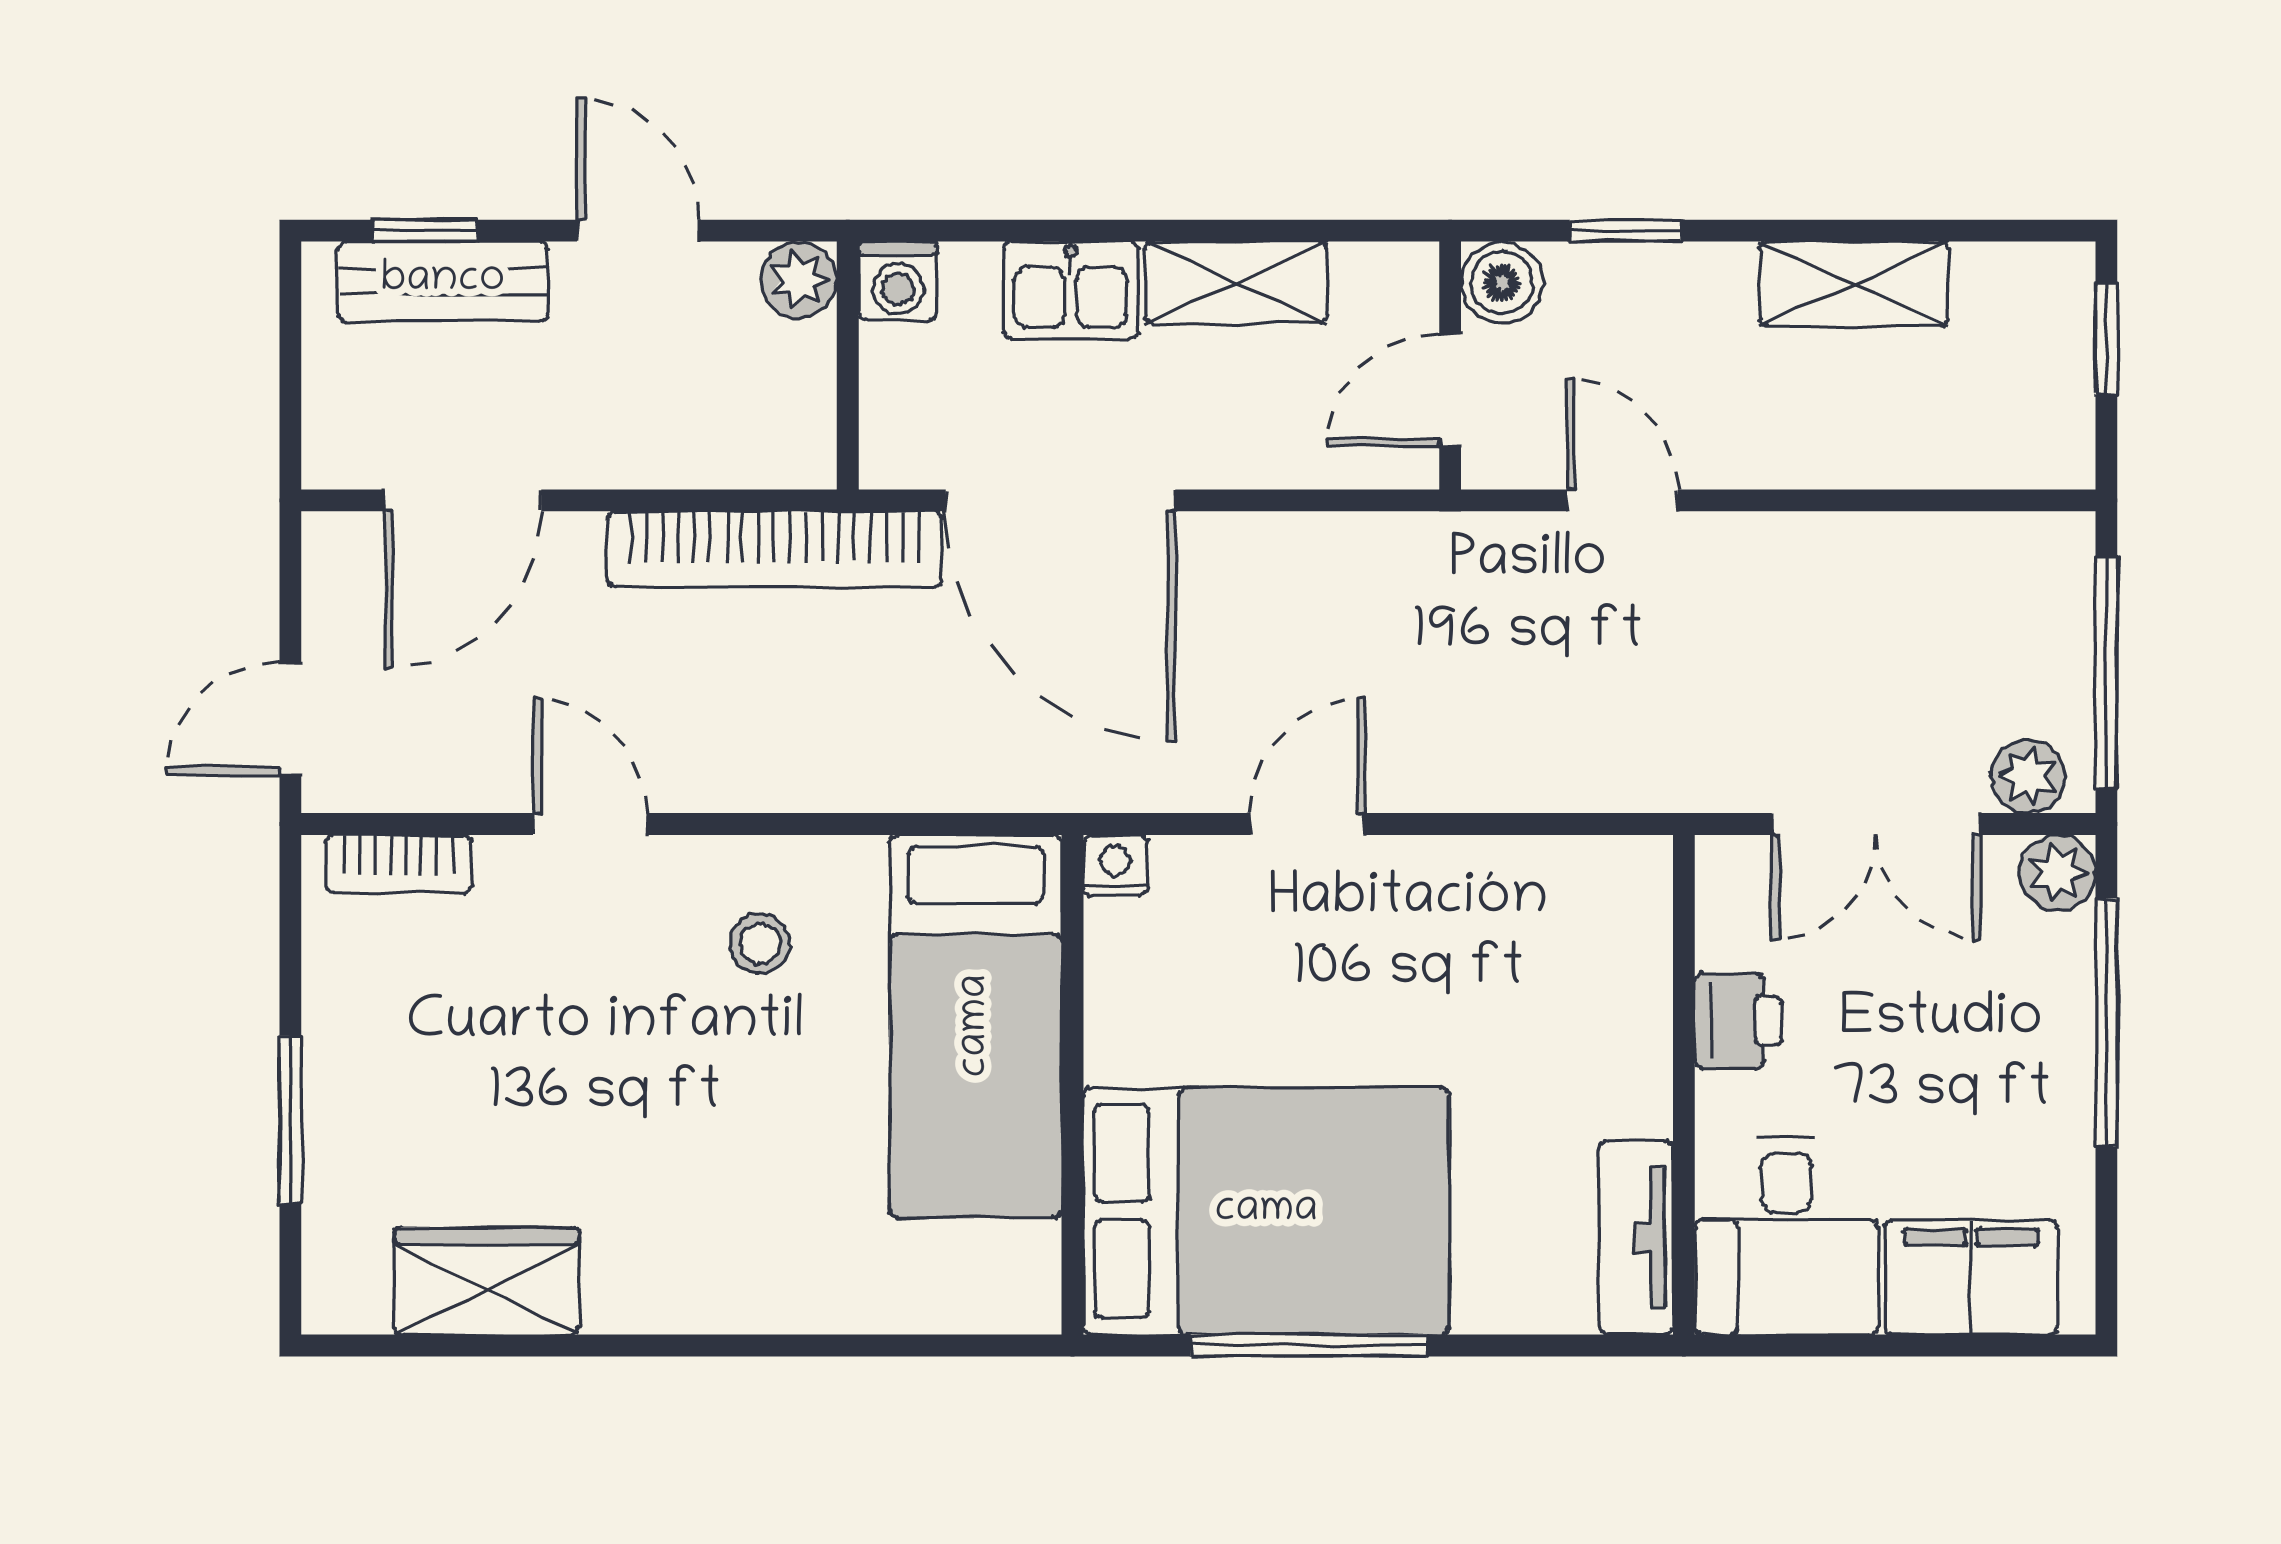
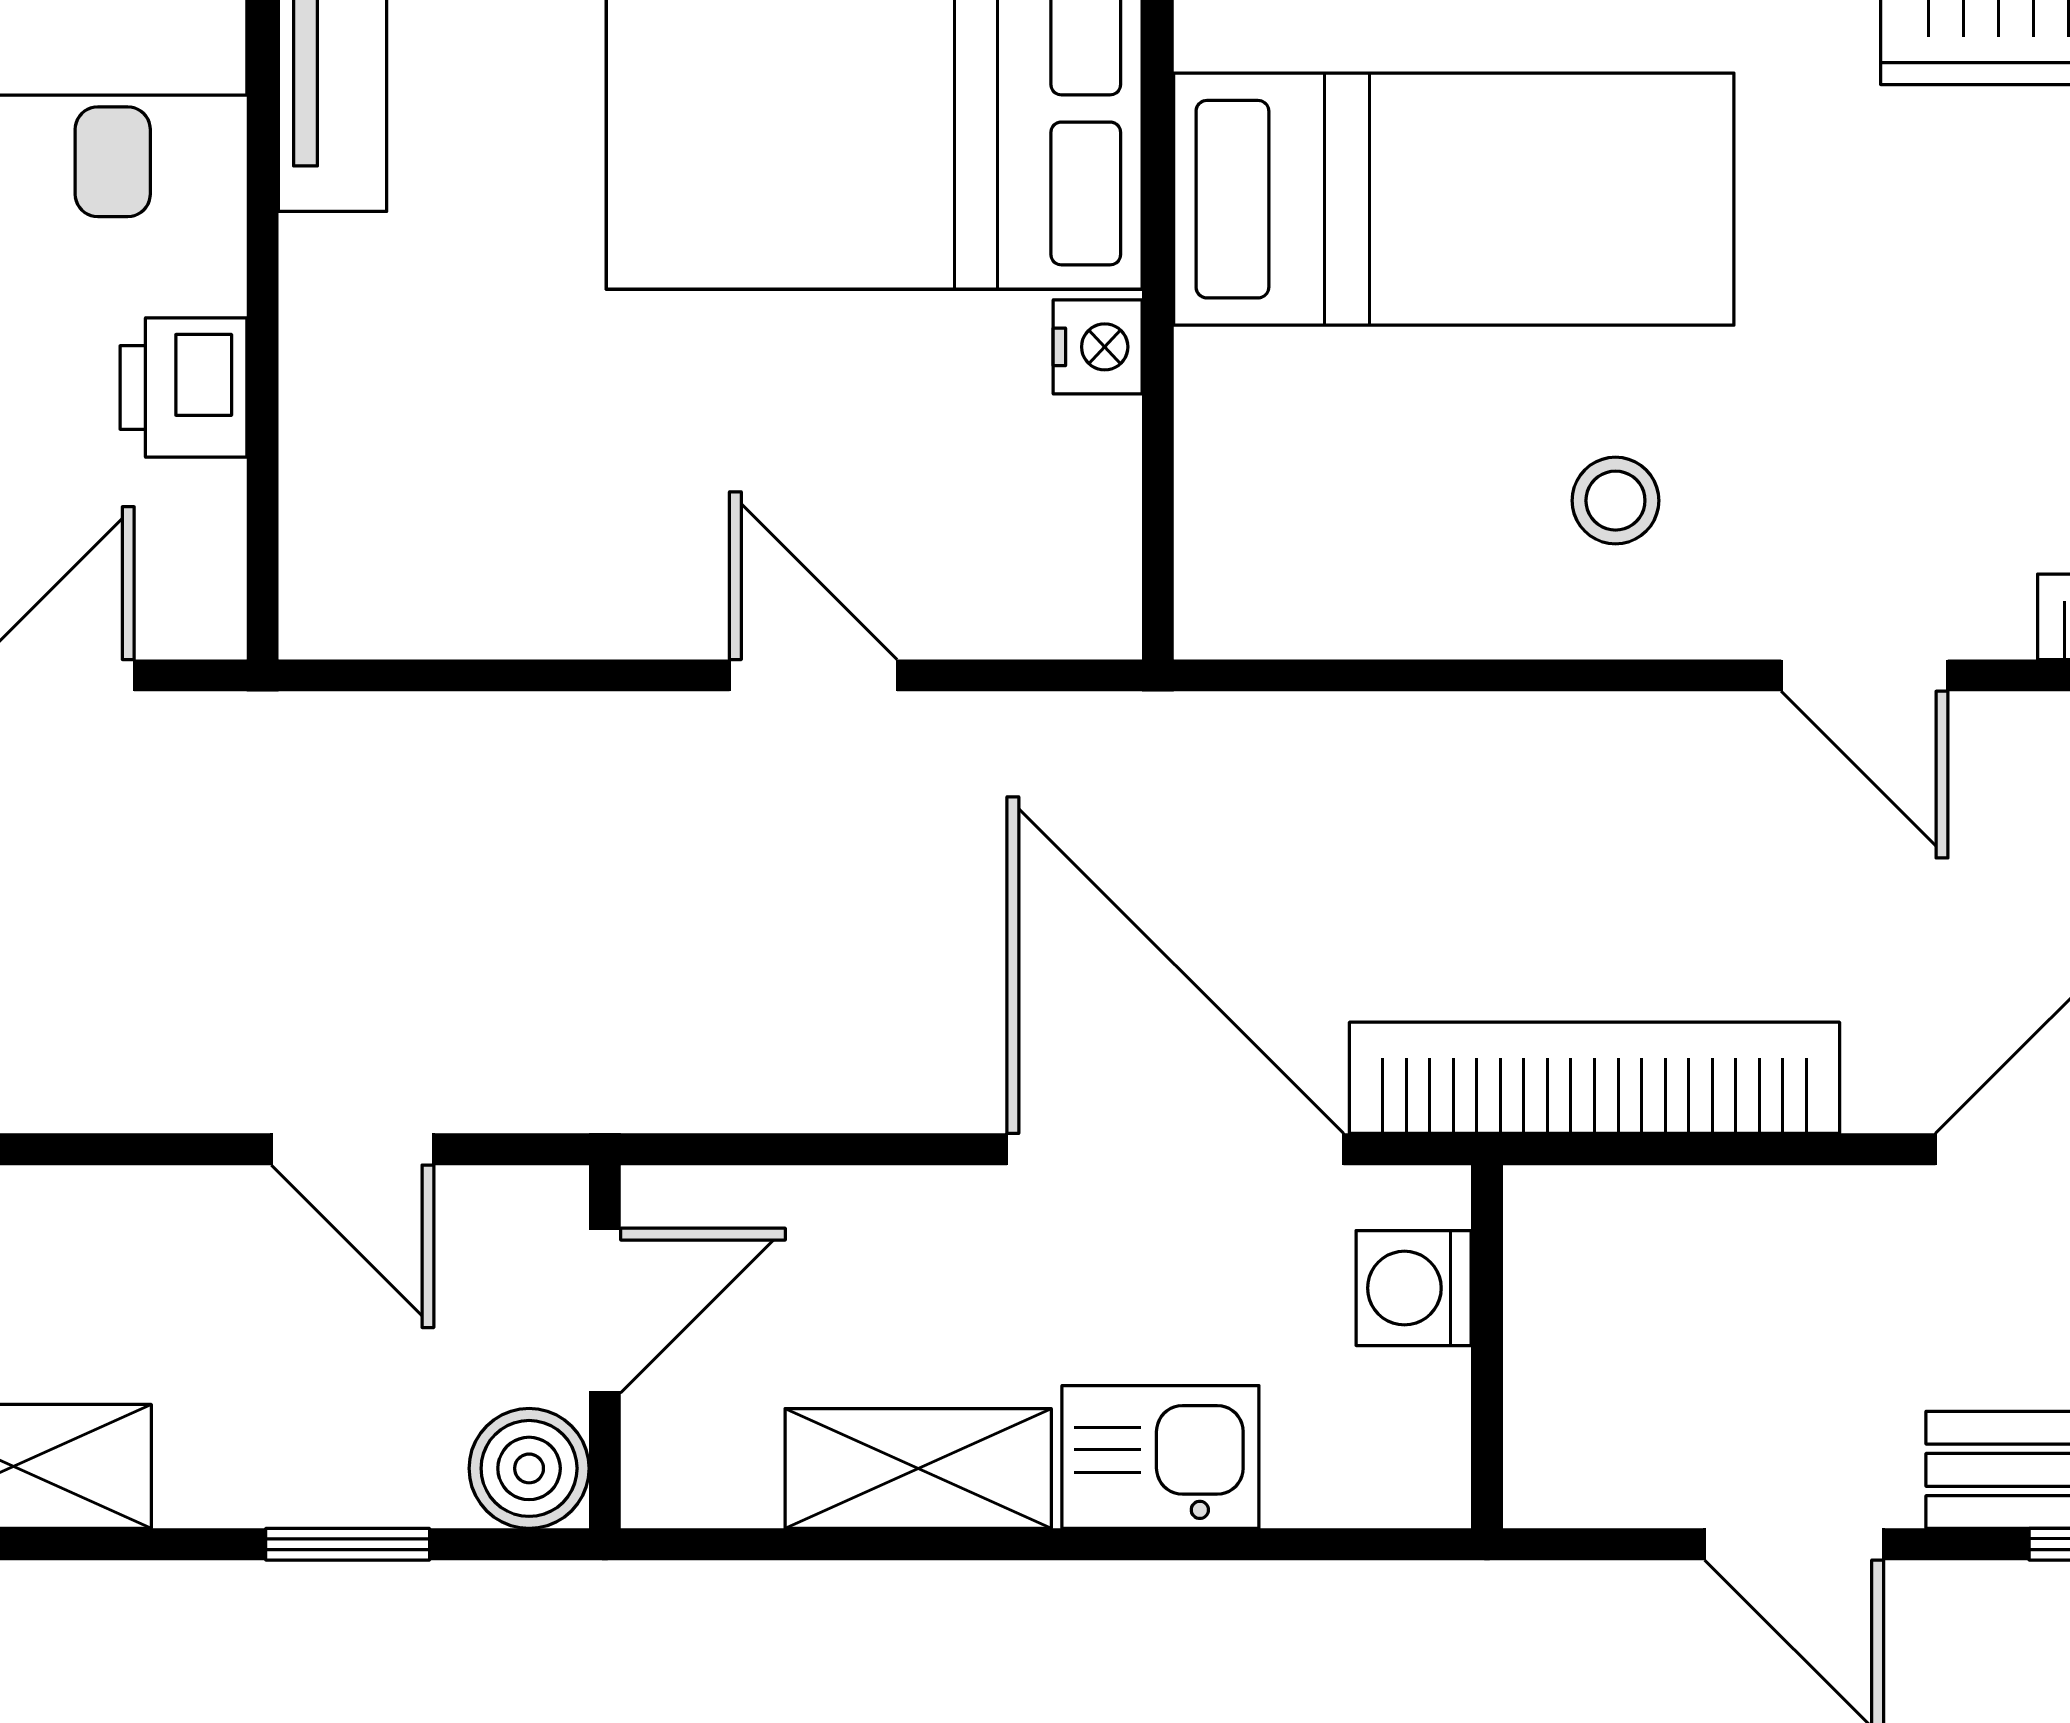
plant: (799, 280) -> (1559, 1473), removed
washing machine: (898, 281) -> (1414, 1288), moved, turned -90
door: (1308, 824) -> (813, 675), swing flipped
nightstand: (1115, 865) -> (1098, 347), moved, turned -90
bed: (976, 1026) -> (1454, 199), moved, turned 90

